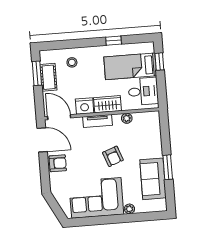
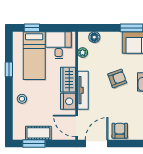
stool: (72, 62) -> (22, 99), moved
door: (59, 117) -> (77, 126), hinge flipped
plant: (127, 118) -> (83, 53), moved
tv unit: (98, 121) -> (83, 90), width x1.41
floor lamp: (155, 129) -> (94, 37), added

